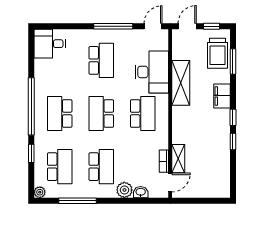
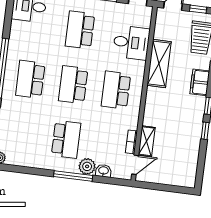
school desk: (101, 60) -> (80, 30), turned 180
desk: (152, 72) -> (131, 43), width x0.73
school desk: (143, 114) -> (116, 90), turned 180
school desk: (60, 167) -> (23, 134), removed
window: (78, 201) -> (73, 176), moved

